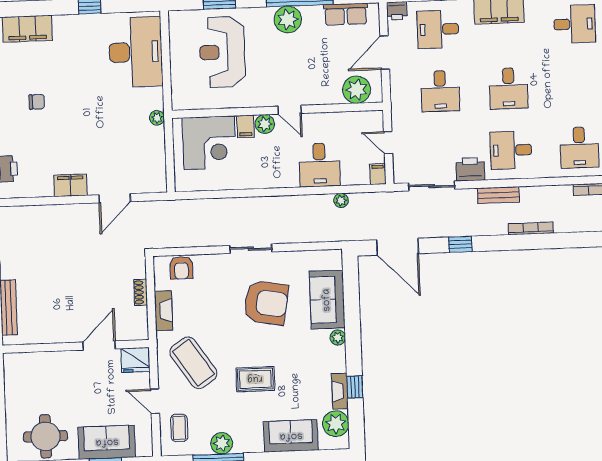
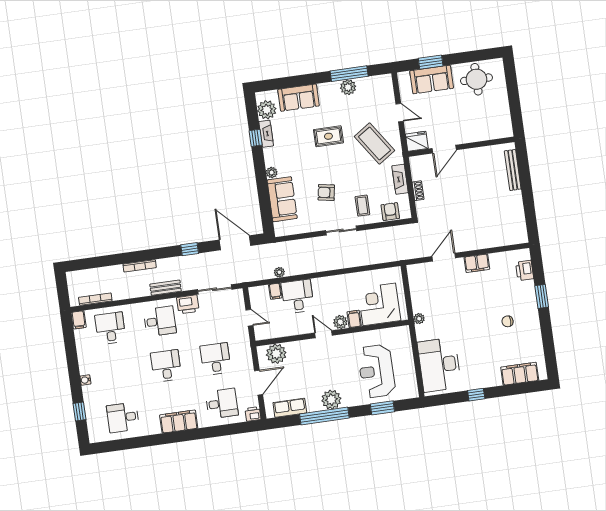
reception desk: (222, 52) -> (376, 371), turned 180
filing cabinet: (378, 174) -> (275, 291), moved
armchair: (266, 303) -> (326, 192), width x0.53, depth x0.53
coffee table: (179, 428) -> (362, 206), moved

